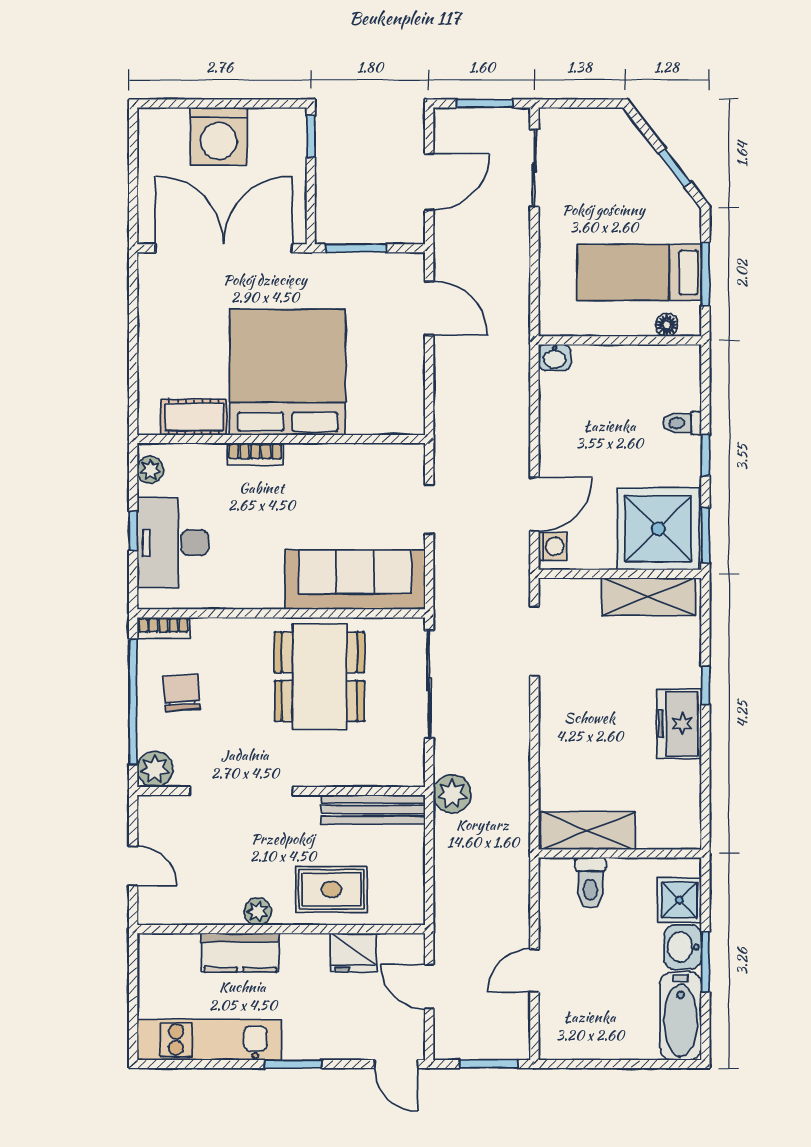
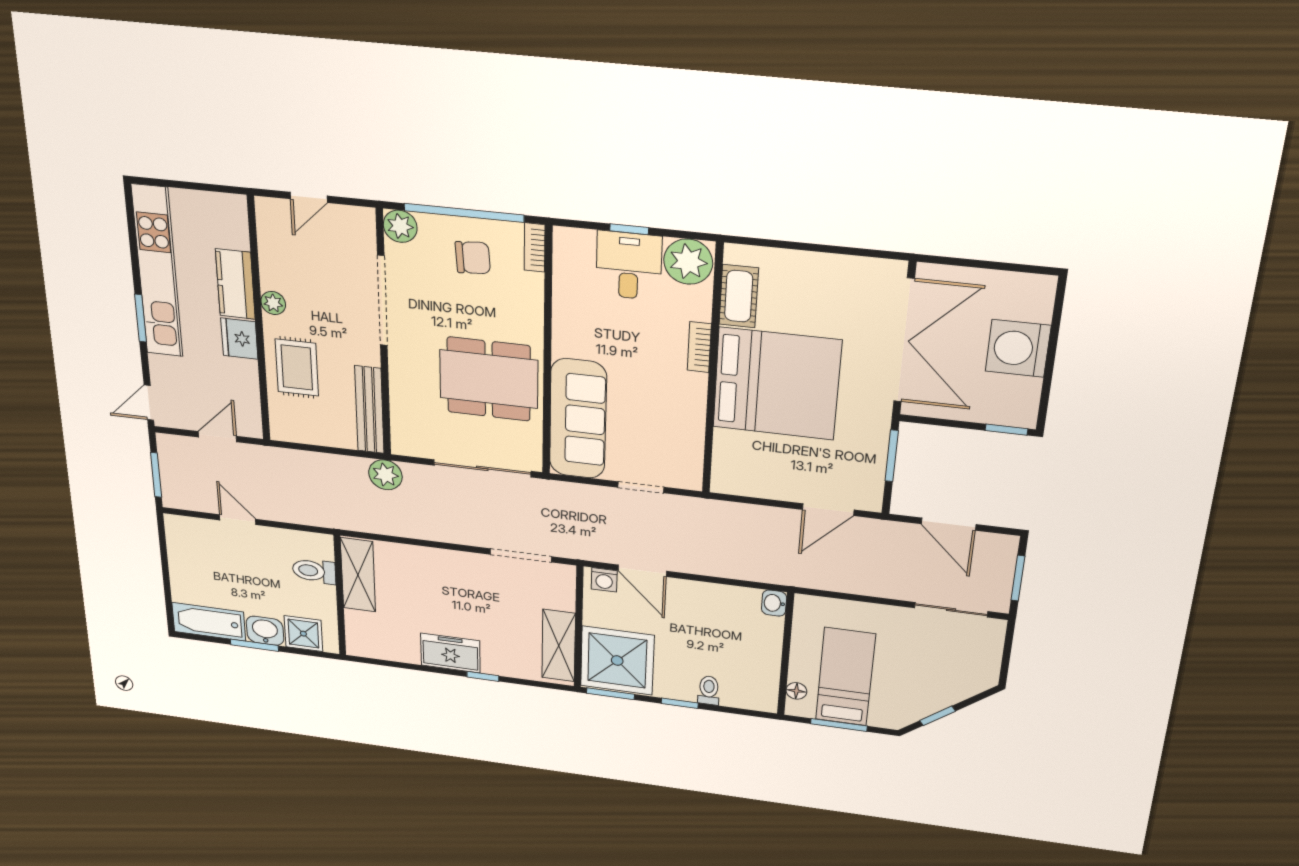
plant: (150, 470) -> (688, 262), width x1.88, depth x1.88
desk: (173, 543) -> (629, 266), width x0.73
fridge: (354, 953) -> (239, 339), moved
kitchen unit: (209, 1040) -> (157, 272), width x1.36

